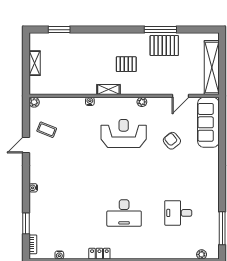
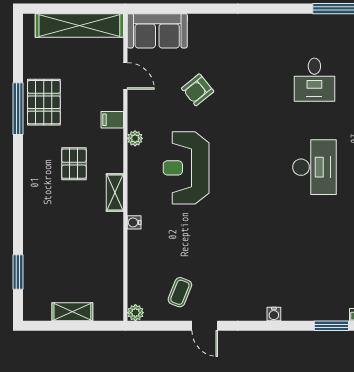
filing cabinet: (153, 88) -> (112, 120), added
sofa: (208, 122) -> (157, 31), width x0.73

